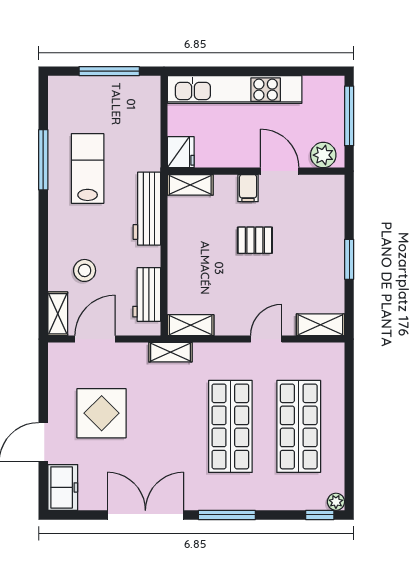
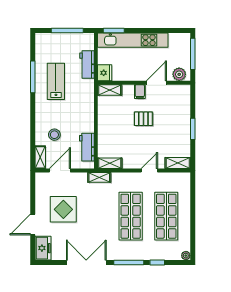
window: (198, 71) -> (114, 30), added
door: (280, 171) -> (156, 83), hinge flipped
workbench: (147, 209) -> (87, 64), moved, width x0.73
window: (320, 515) -> (157, 262), moved

